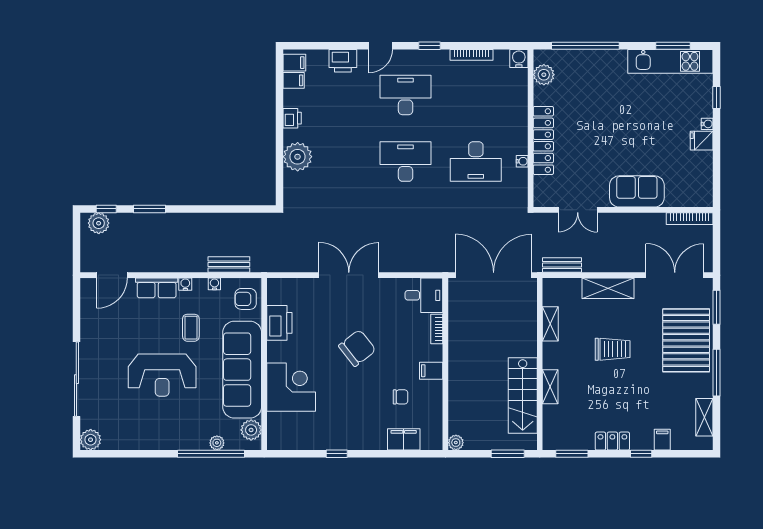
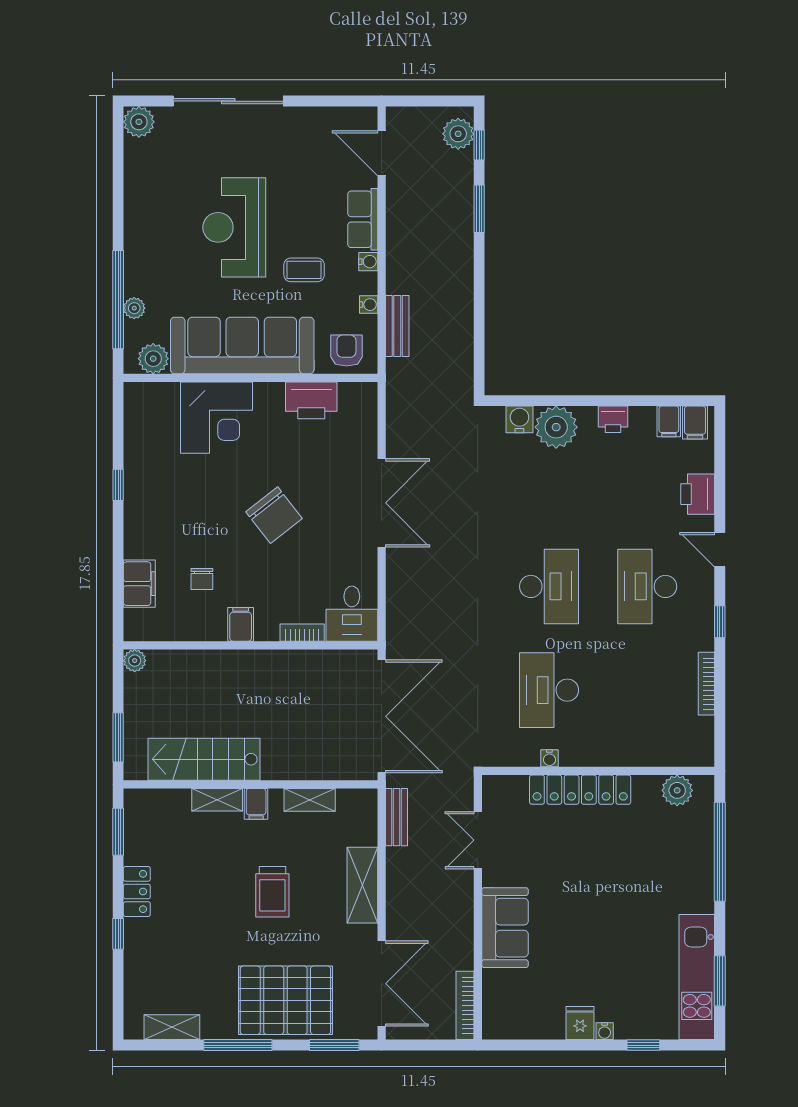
water cooler: (519, 58) -> (519, 419), moved, turned -90
desk: (406, 95) -> (647, 586), turned 180
filing cabinet: (662, 440) -> (256, 804), moved, turned 90

